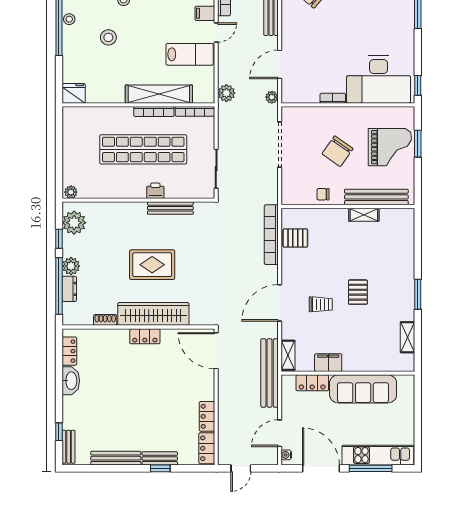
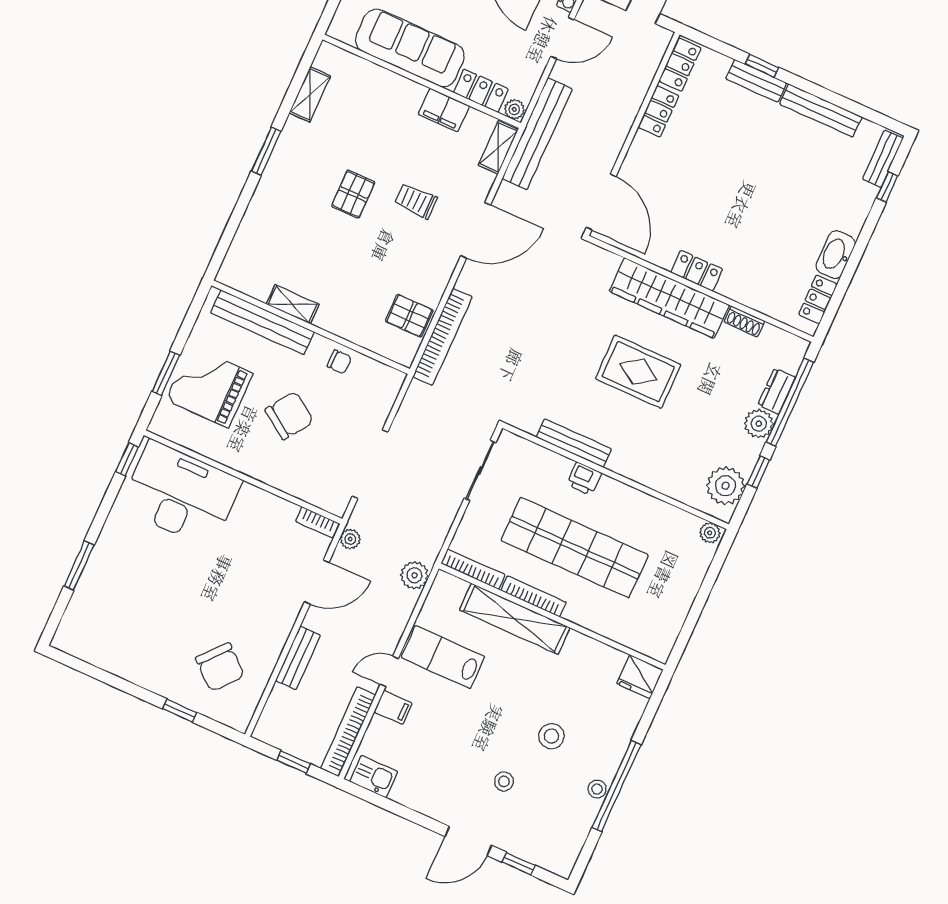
bookcase: (333, 98) -> (317, 522), moved
plant: (289, 381) -> (514, 109), added

